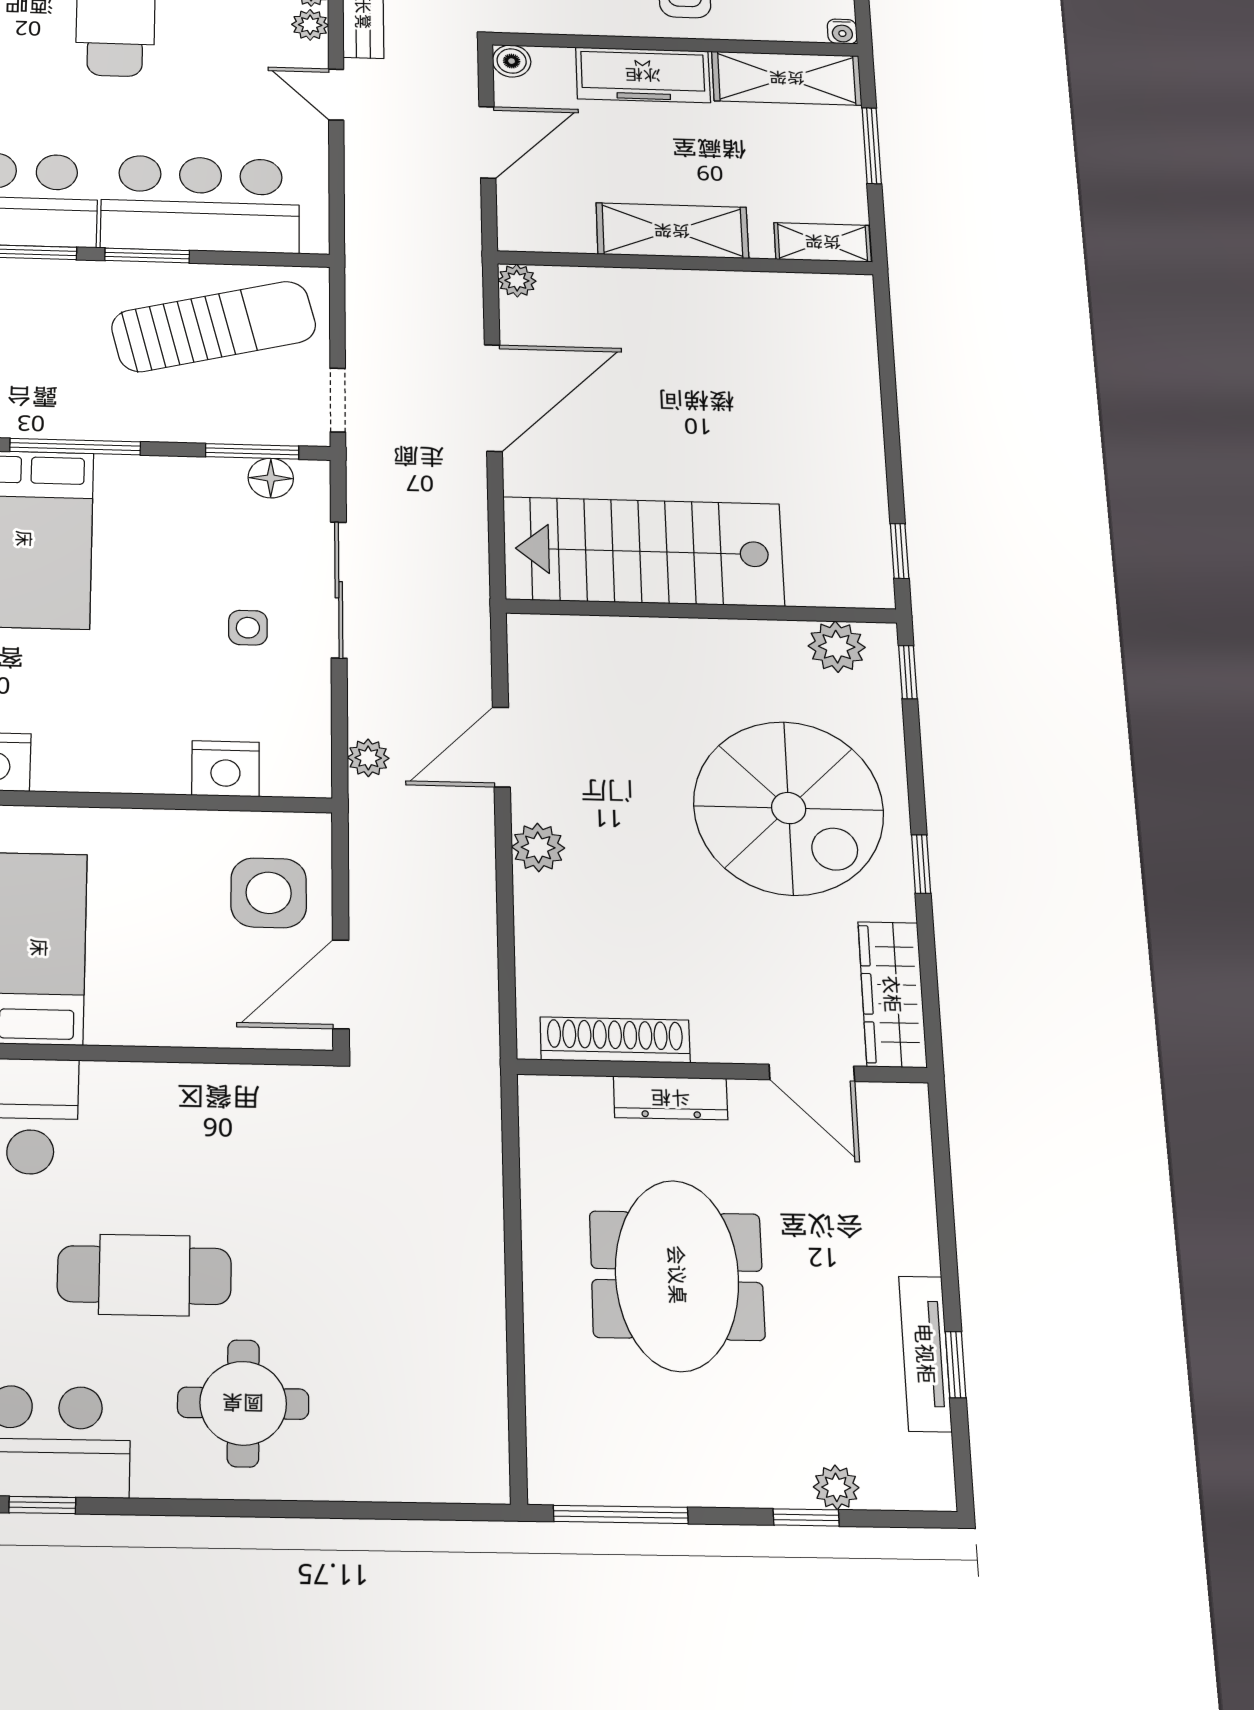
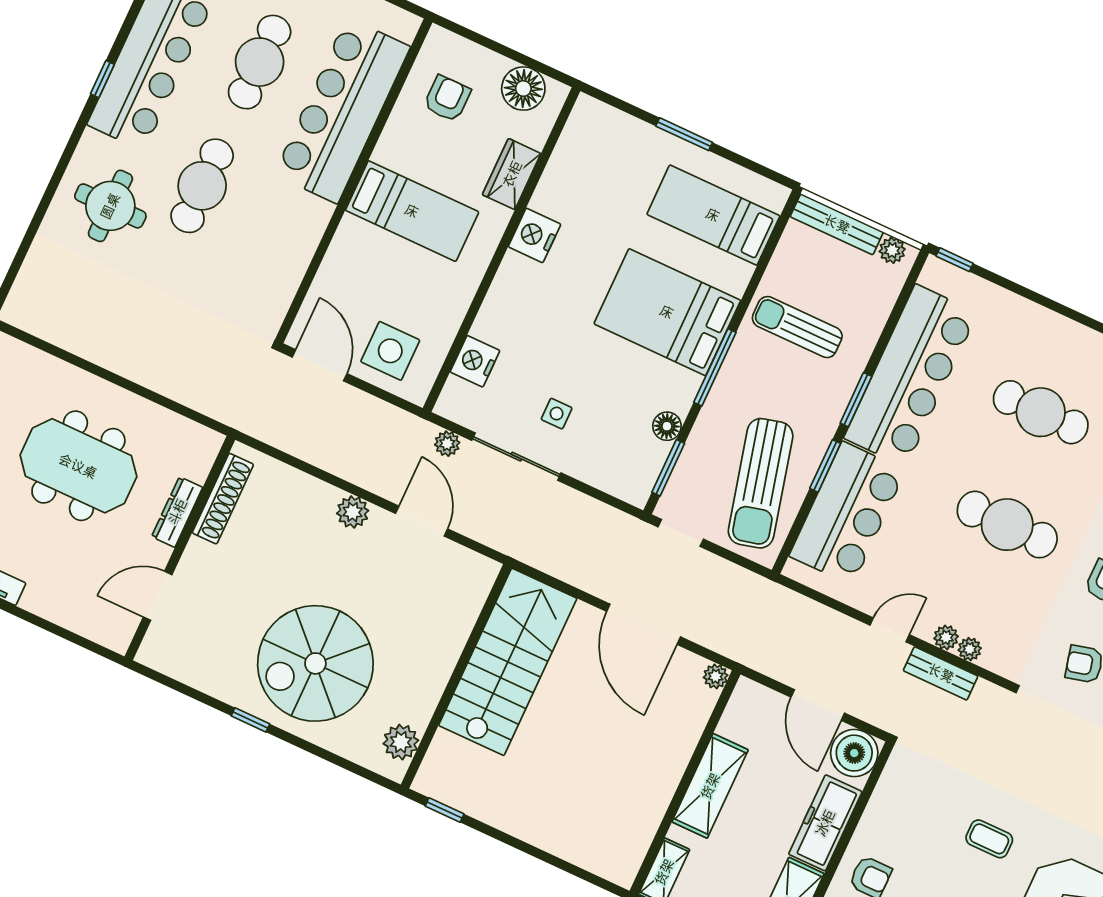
boiler: (512, 61) -> (854, 753), width x1.86, depth x1.86
floor lamp: (271, 478) -> (667, 426), moved
sliding door: (339, 590) -> (516, 457), moved
window: (908, 672) -> (368, 774), removed
wardrobe: (892, 994) -> (183, 663), removed

